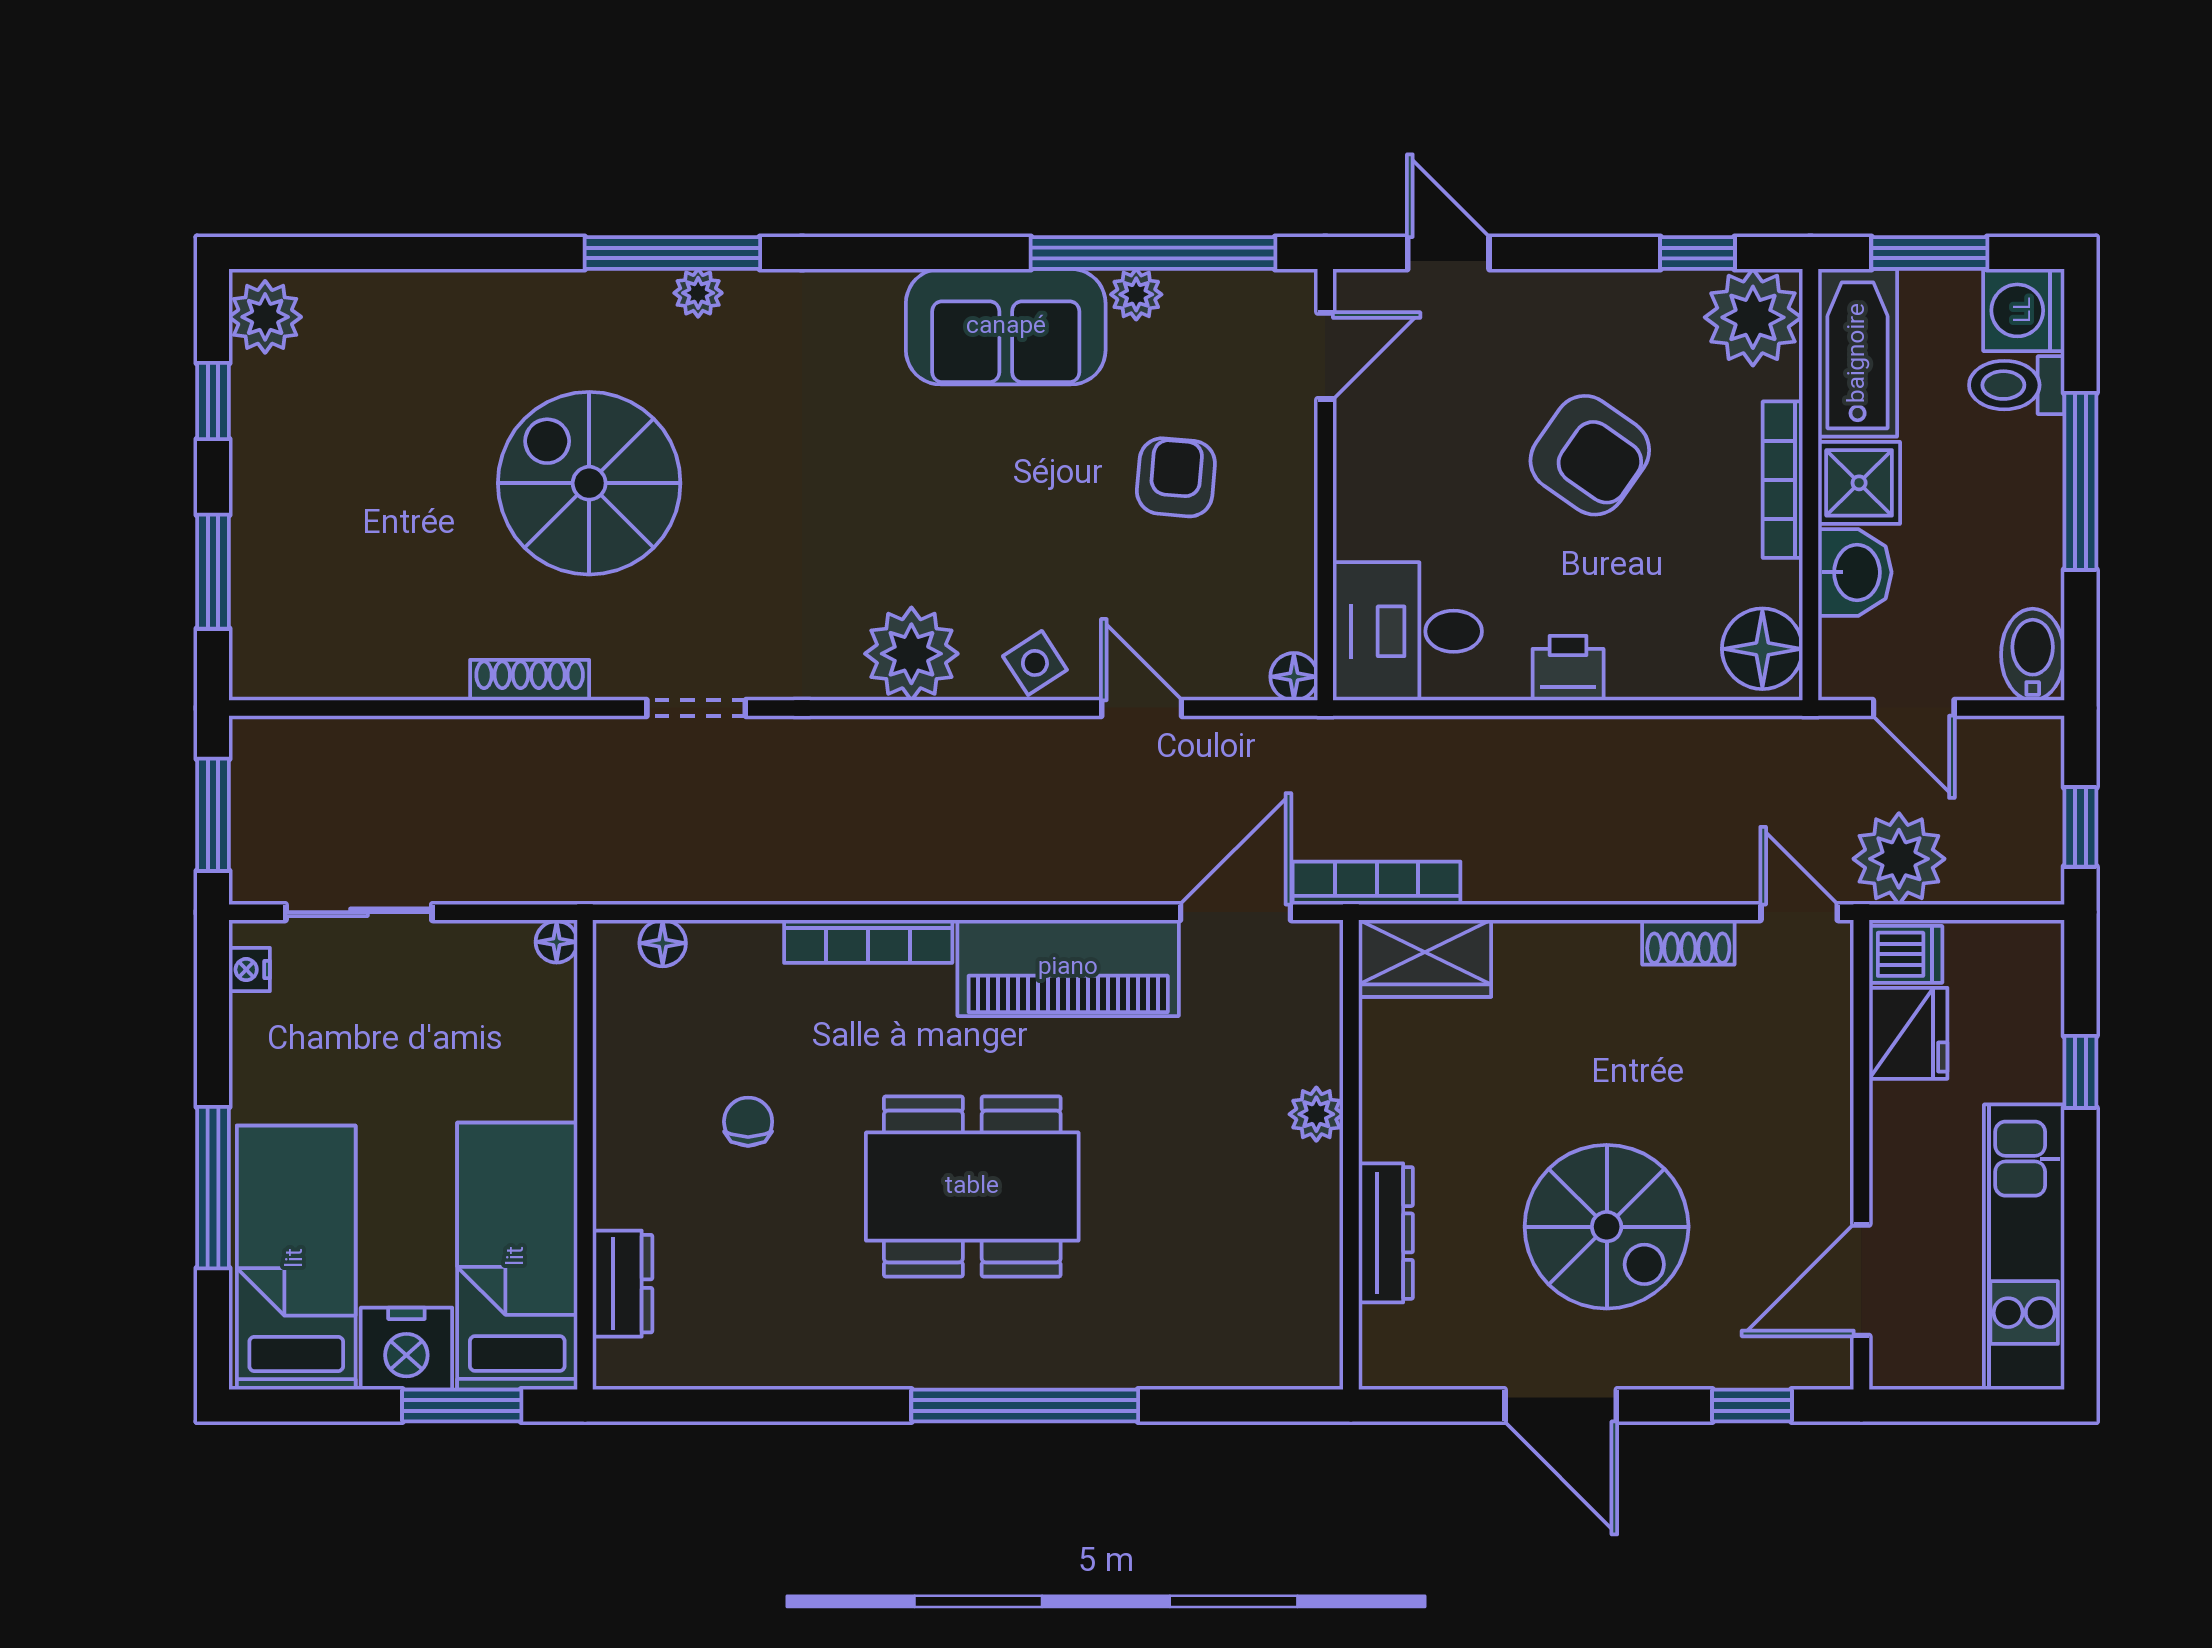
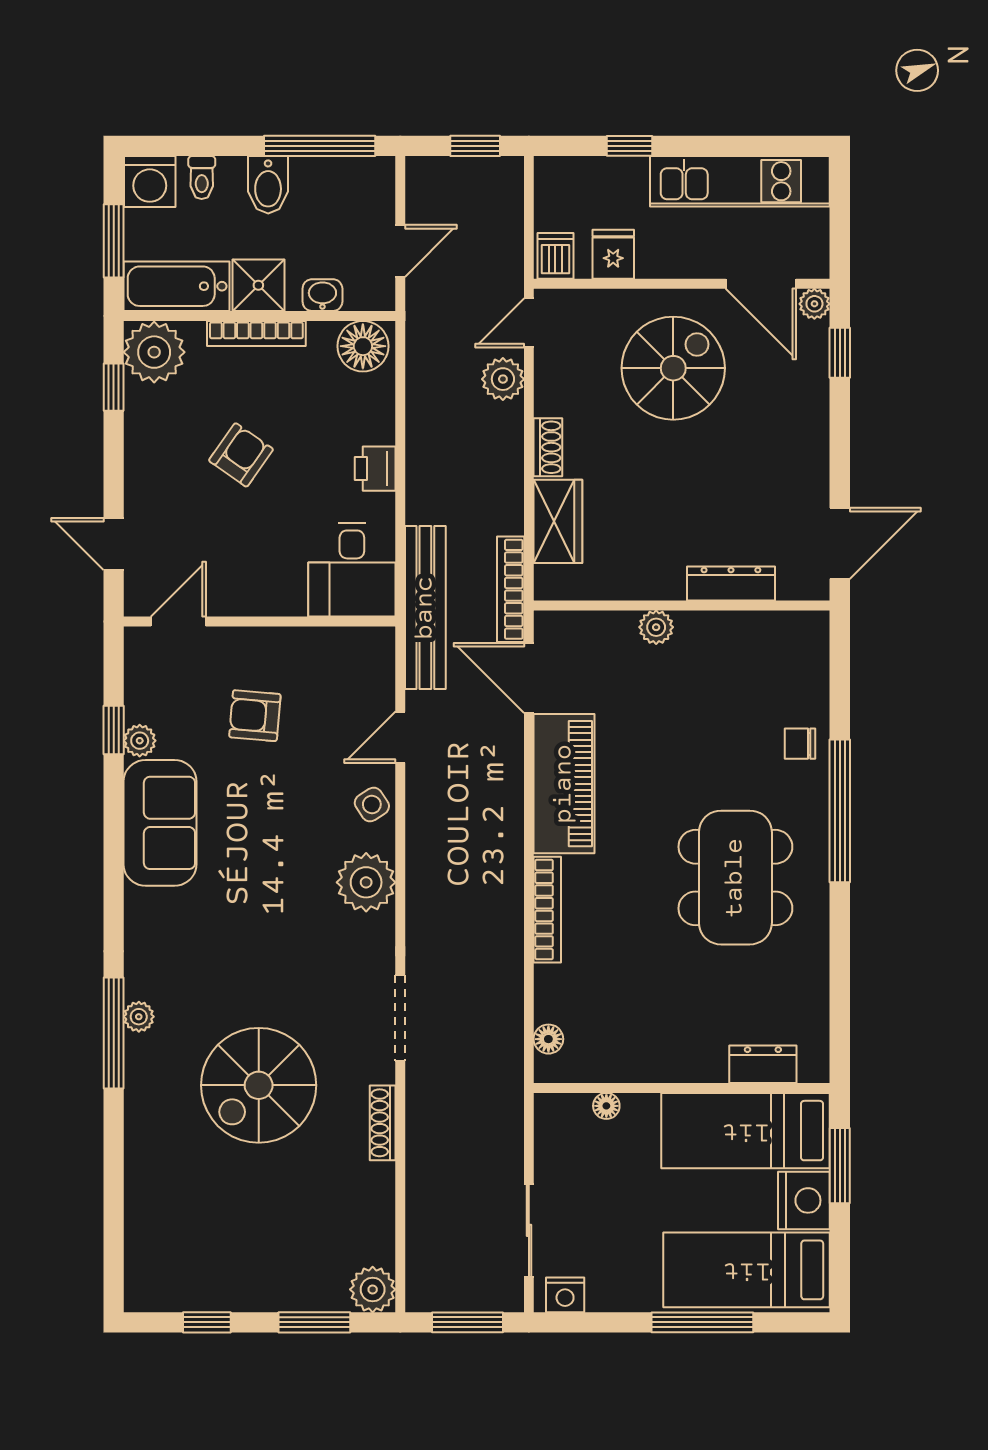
window: (1153, 253) -> (114, 730), width x0.32
door: (1448, 253) -> (114, 544), hinge flipped
plant: (265, 317) -> (373, 1289), moved
door: (1325, 356) -> (178, 622), hinge flipped
toilet: (2017, 385) -> (202, 178), width x0.73, depth x0.72
armchair: (1590, 455) -> (241, 455), width x0.72, depth x0.72
window: (2080, 481) -> (320, 146), moved
washbasin: (1855, 572) -> (322, 295), width x0.72, depth x0.69
bidet: (2033, 655) -> (268, 185), moved, turned -90
floor lamp: (1294, 677) -> (380, 641), removed
doorway: (696, 708) -> (400, 1018), width x1.38
bench: (1348, 748) -> (425, 608), added
plant: (1899, 859) -> (503, 379), moved, width x0.73, depth x0.73
floor lamp: (557, 942) -> (606, 1106), moved
shoe rack: (1688, 942) -> (548, 447), moved
wardrobe: (1425, 958) -> (558, 521), moved
nightstand: (249, 970) -> (565, 1295), width x1.39, depth x1.35
fridge: (1908, 1033) -> (613, 254), width x0.72
chair: (748, 1122) -> (800, 744), moved
dining table: (972, 1187) -> (735, 878), moved
spiral stairs: (1607, 1227) -> (673, 368), moved
plant: (1830, 1365) -> (814, 304), added
door: (1561, 1406) -> (840, 543), moved

